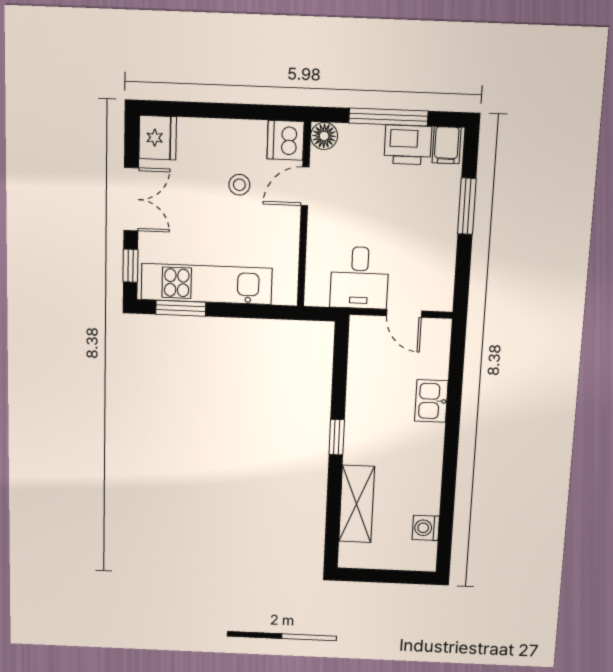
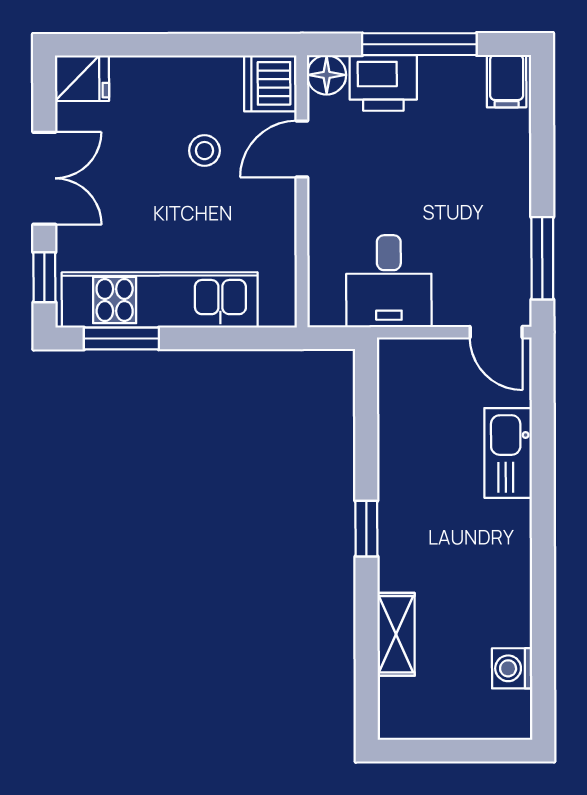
fridge: (158, 138) -> (82, 78), width x0.72
printer: (408, 145) -> (383, 83), moved
window: (467, 206) -> (542, 258), moved
door: (404, 313) -> (496, 332), moved
kitchen sink: (431, 401) -> (508, 453), width x1.38
shelving: (357, 504) -> (396, 634), width x0.67, depth x0.75

